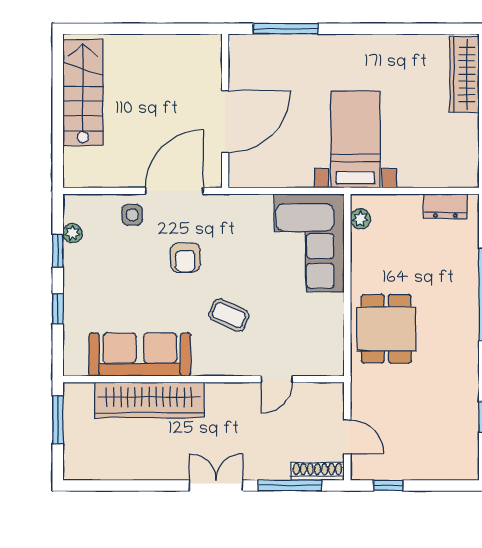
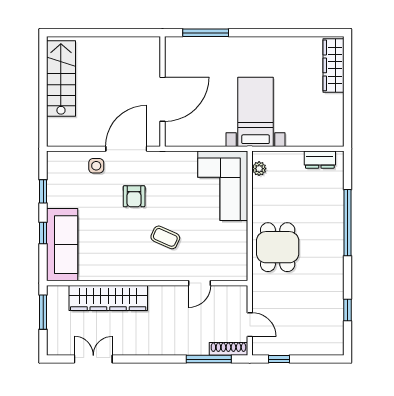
plant: (72, 233) -> (54, 179), removed
sofa: (140, 354) -> (62, 245), moved, turned 90
double door: (216, 485) -> (93, 359), moved

